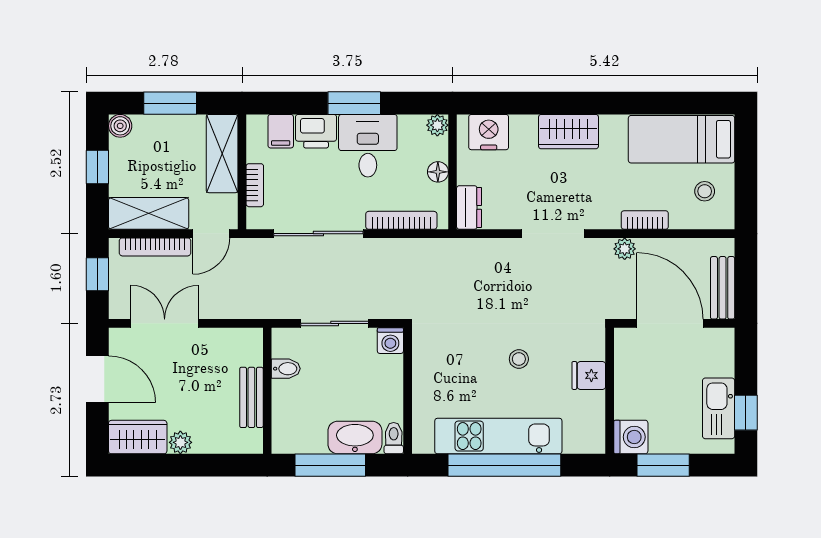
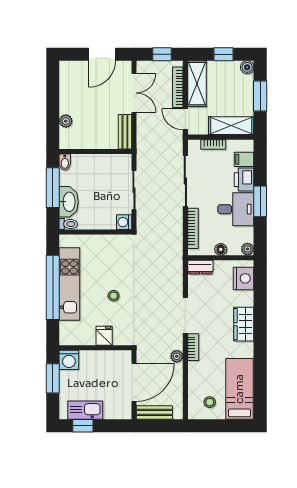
bookcase: (645, 220) -> (193, 347), moved
bidet: (286, 369) -> (65, 162), moved
bench: (251, 397) -> (125, 132), moved, turned 90
wardrobe: (138, 437) -> (69, 77), removed
plant: (180, 442) -> (66, 121), moved

